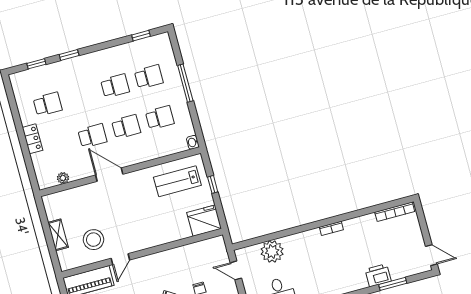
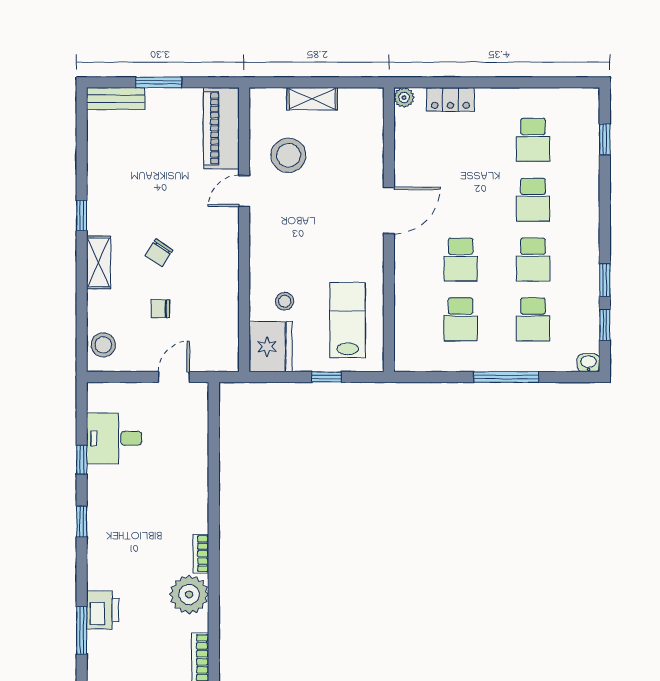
window: (69, 55) -> (605, 280), moved
school desk: (92, 136) -> (533, 200), moved
locker: (32, 139) -> (450, 99), moved
washbasin: (193, 142) -> (589, 363), moved
plant: (63, 178) -> (404, 97), moved
stool: (176, 220) -> (285, 301), added
plant: (272, 251) -> (189, 594), moved
door: (120, 259) -> (244, 191), hinge flipped

